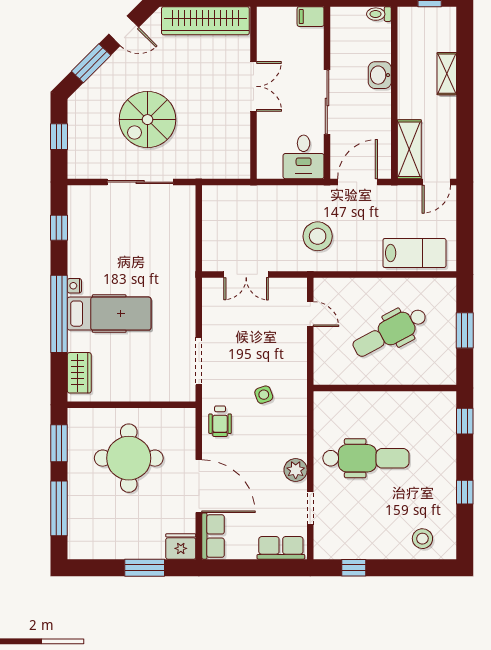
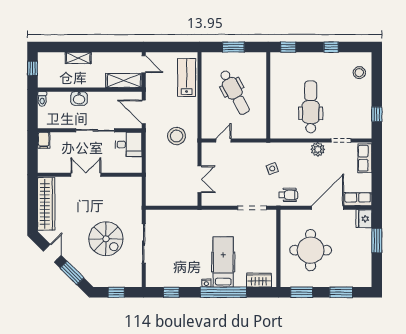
window: (59, 508) -> (341, 292), width x0.69

